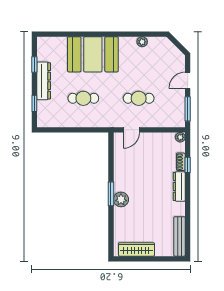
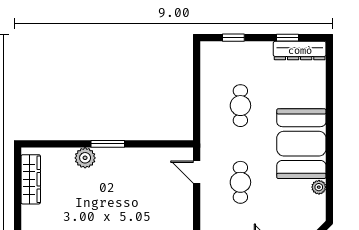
booth: (93, 54) -> (301, 144), moved
dresser: (44, 81) -> (300, 51), moved
plant: (121, 199) -> (85, 158), moved

